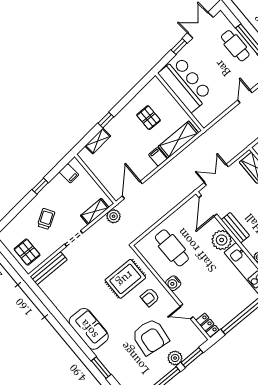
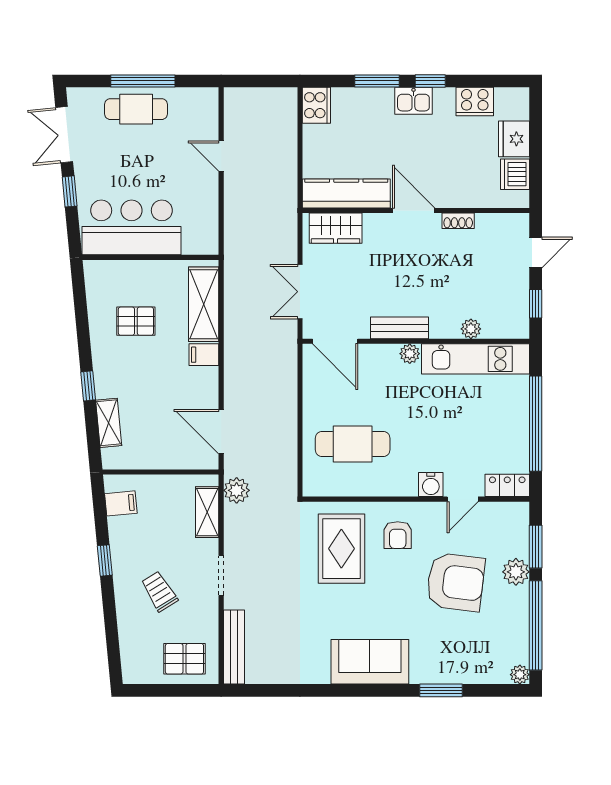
plant: (222, 240) -> (410, 354), width x0.53, depth x0.53
water cooler: (173, 283) -> (431, 485), moved

